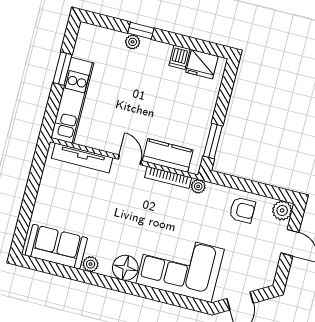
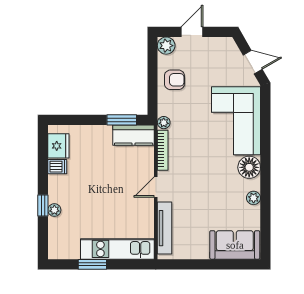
kitchen counter: (168, 155) -> (134, 135), moved, turned -90
armchair: (242, 210) -> (174, 80), turned 90
sofa: (56, 247) -> (235, 245), moved, turned 90

